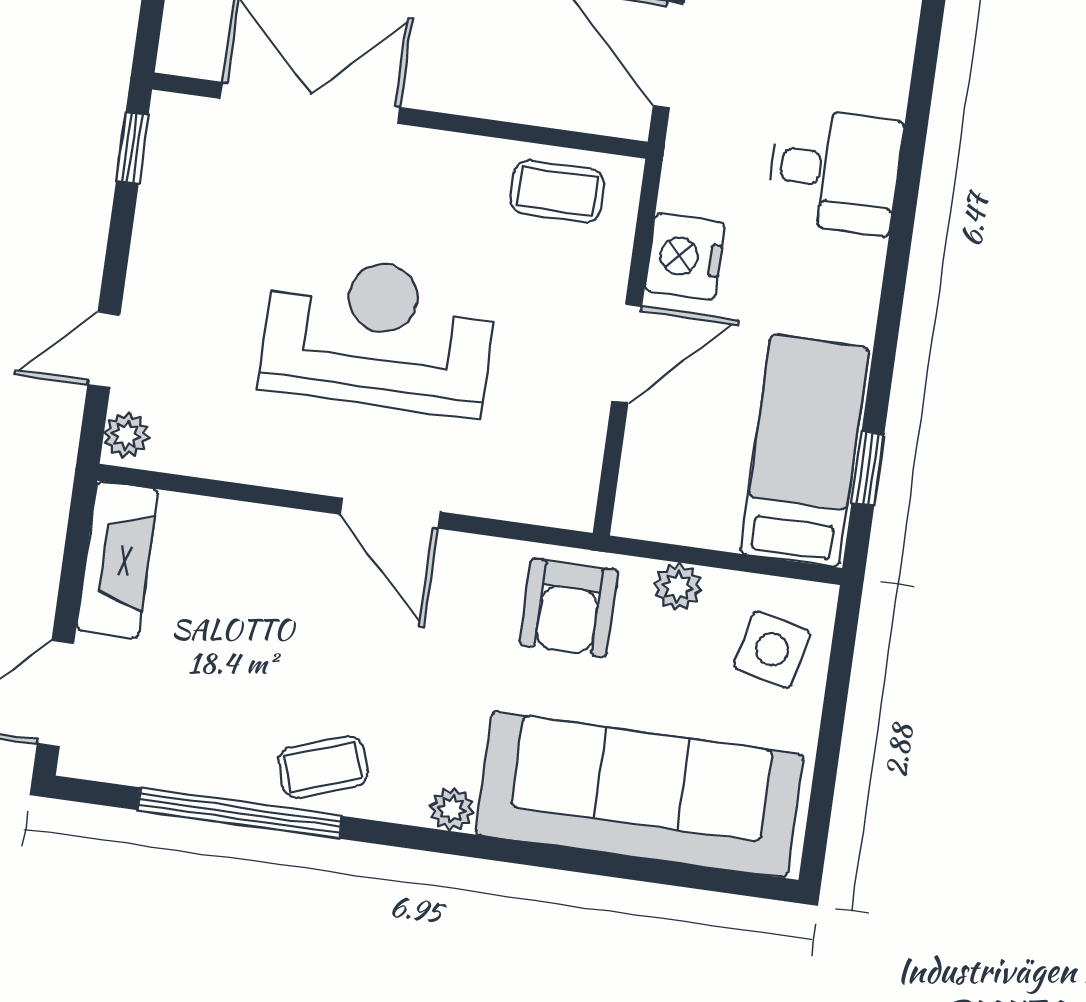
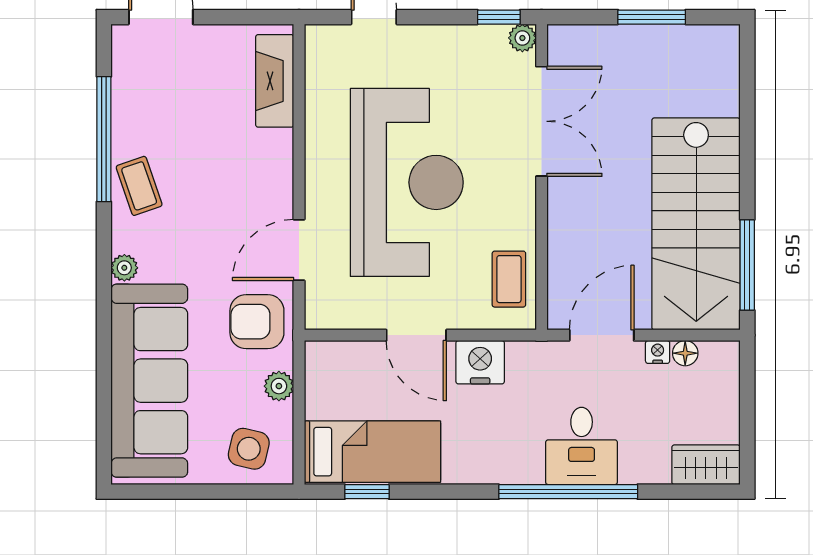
window: (914, 144) -> (568, 492), added
desk: (835, 171) -> (582, 446), moved
reception desk: (378, 334) -> (407, 182), width x1.36, depth x1.30
plant: (126, 435) -> (522, 38), moved
door: (390, 513) -> (299, 250), moved
fireplace: (117, 560) -> (275, 81), moved, turned 90

